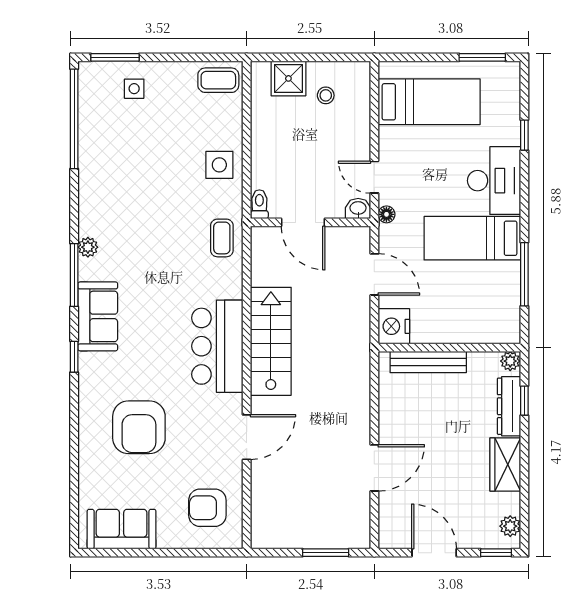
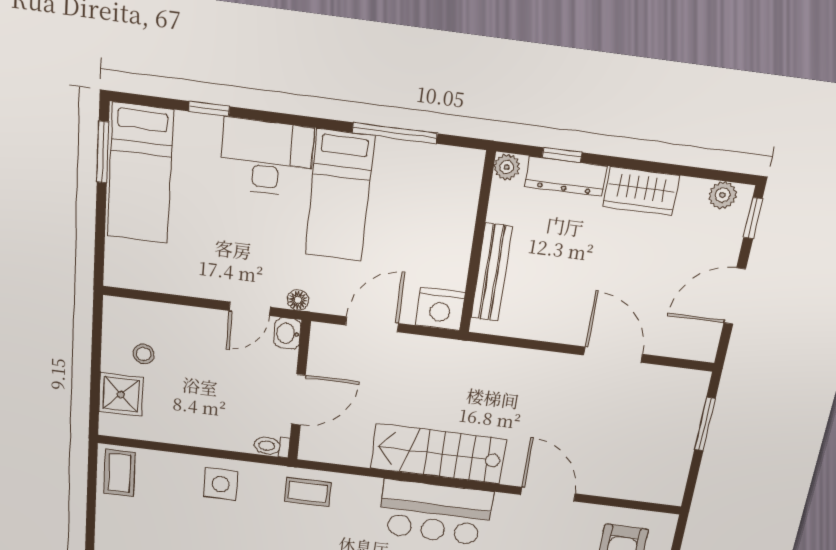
bed: (429, 102) -> (140, 174), moved, turned 180

